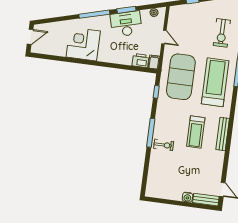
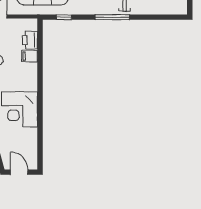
filing cabinet: (154, 62) -> (30, 56), moved

